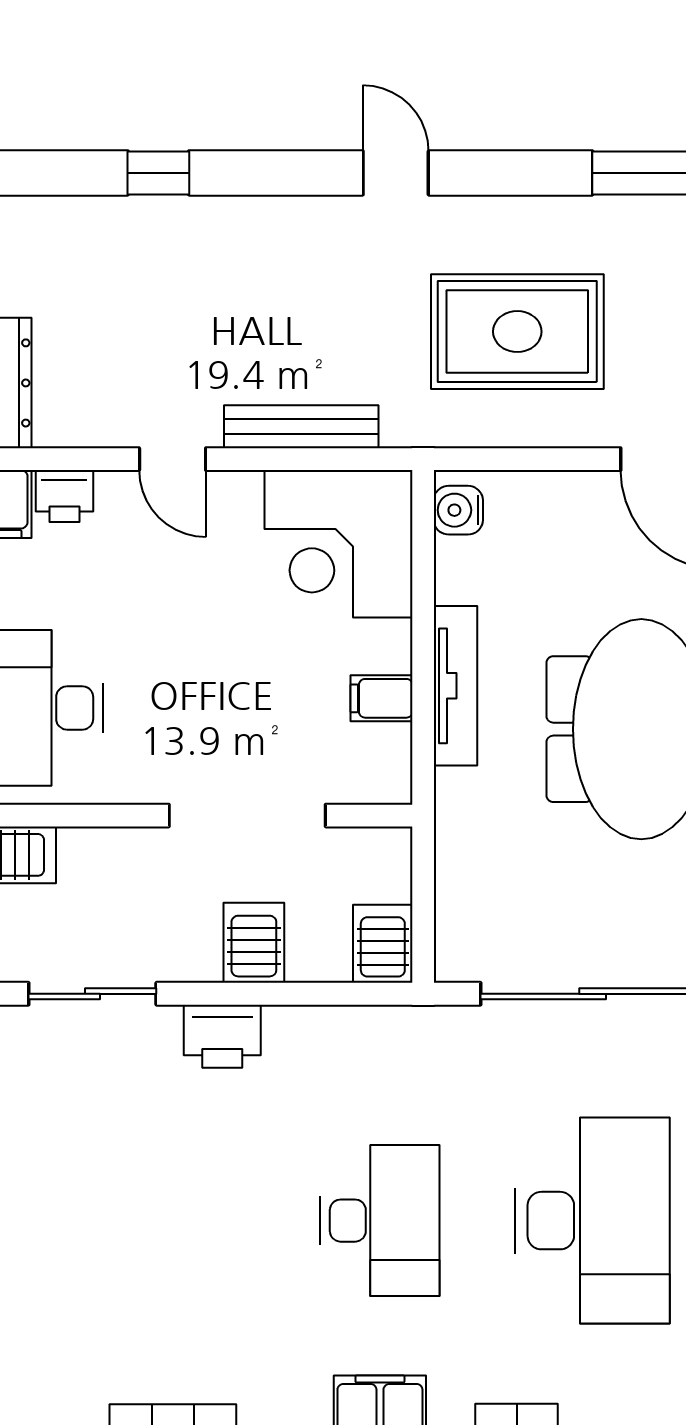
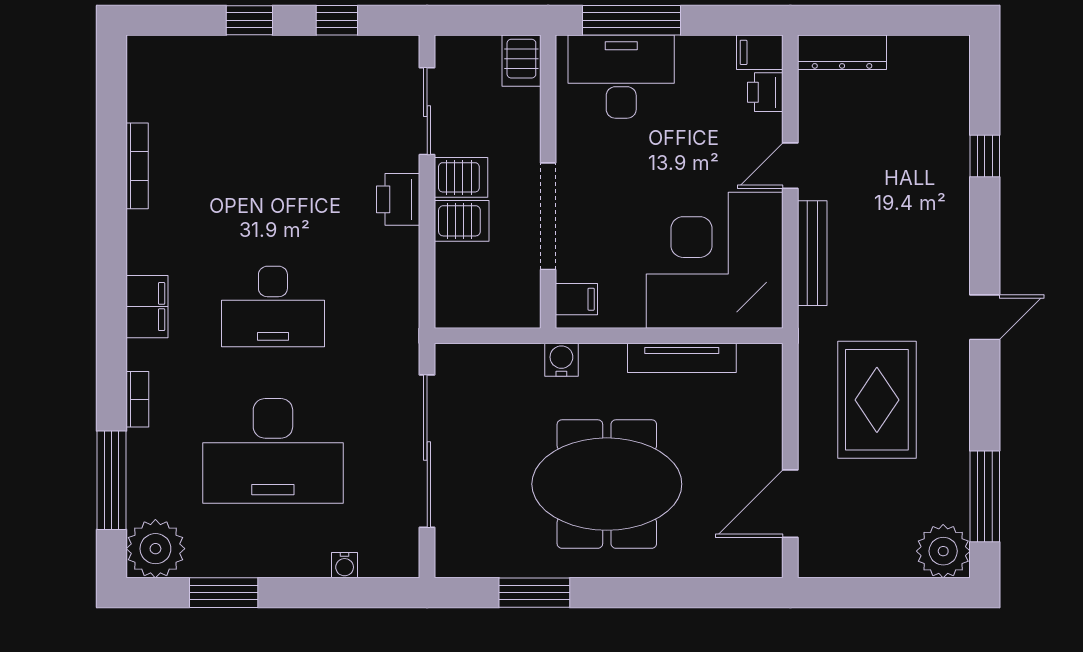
water cooler: (458, 510) -> (561, 360), moved
corner desk: (338, 544) -> (715, 260), width x1.36, depth x1.36
tv unit: (456, 686) -> (682, 358), moved
filing cabinet: (381, 698) -> (576, 299), moved, turned 90
server rack: (383, 944) -> (461, 177), moved

